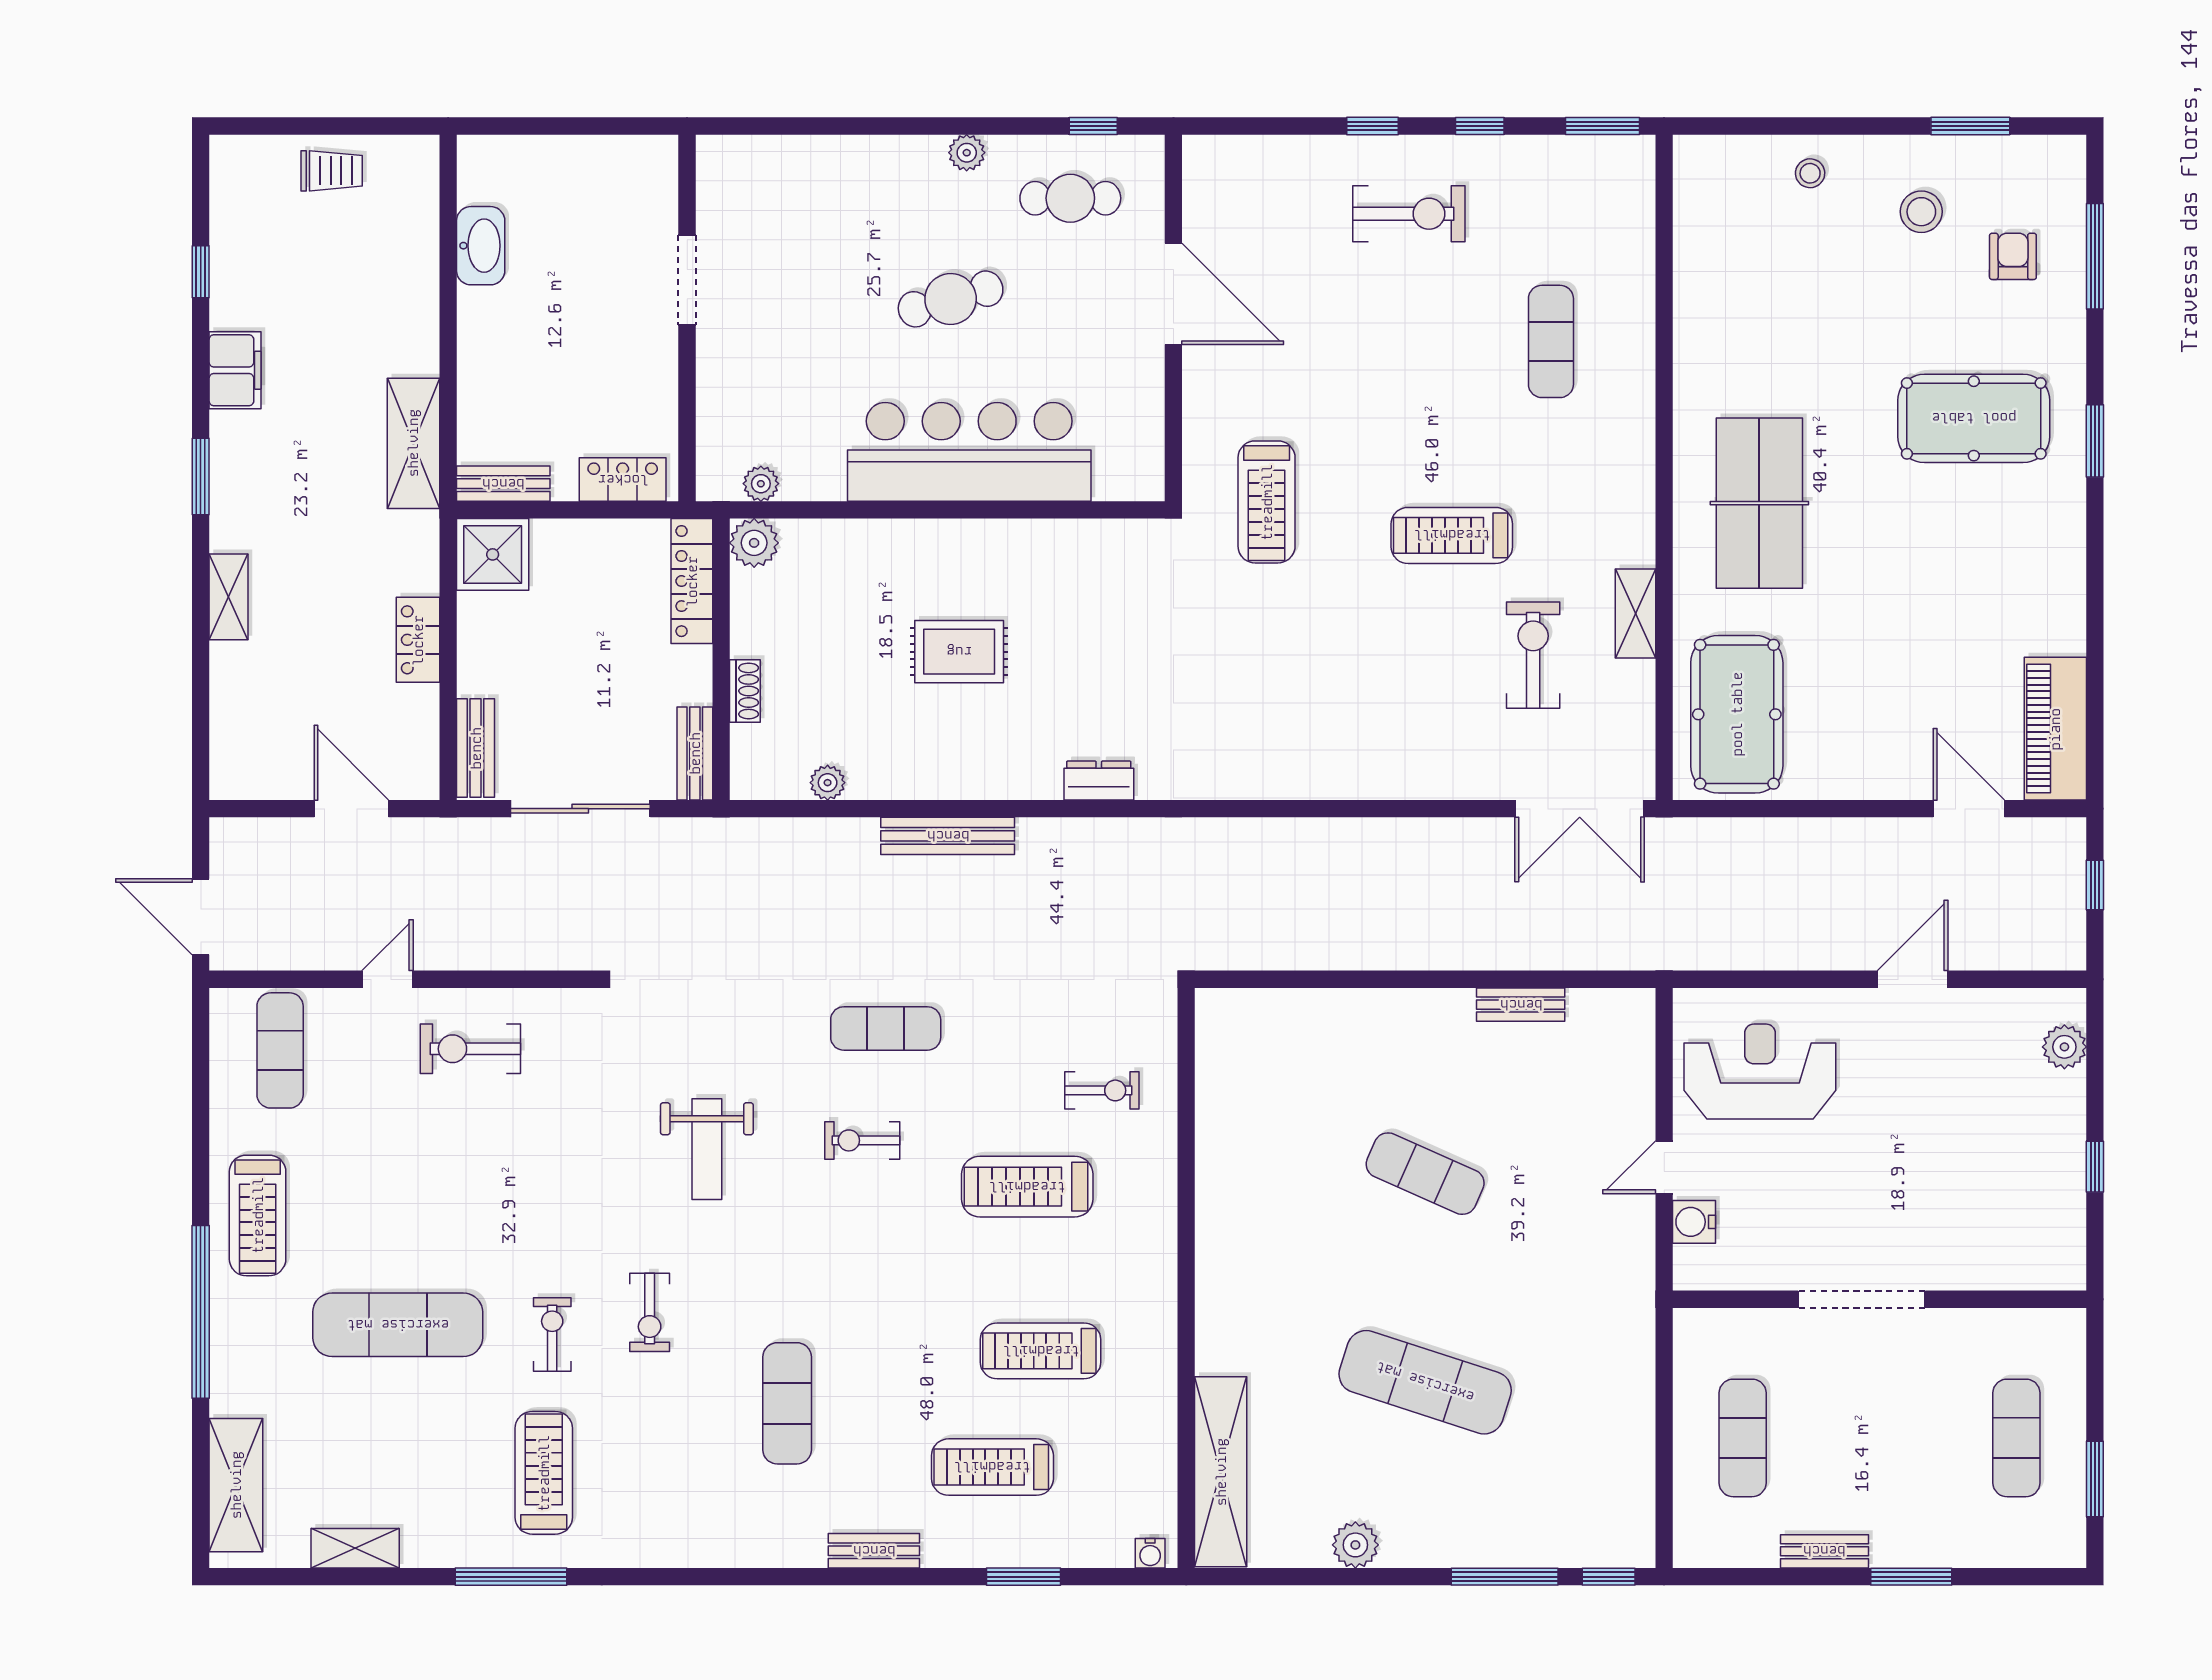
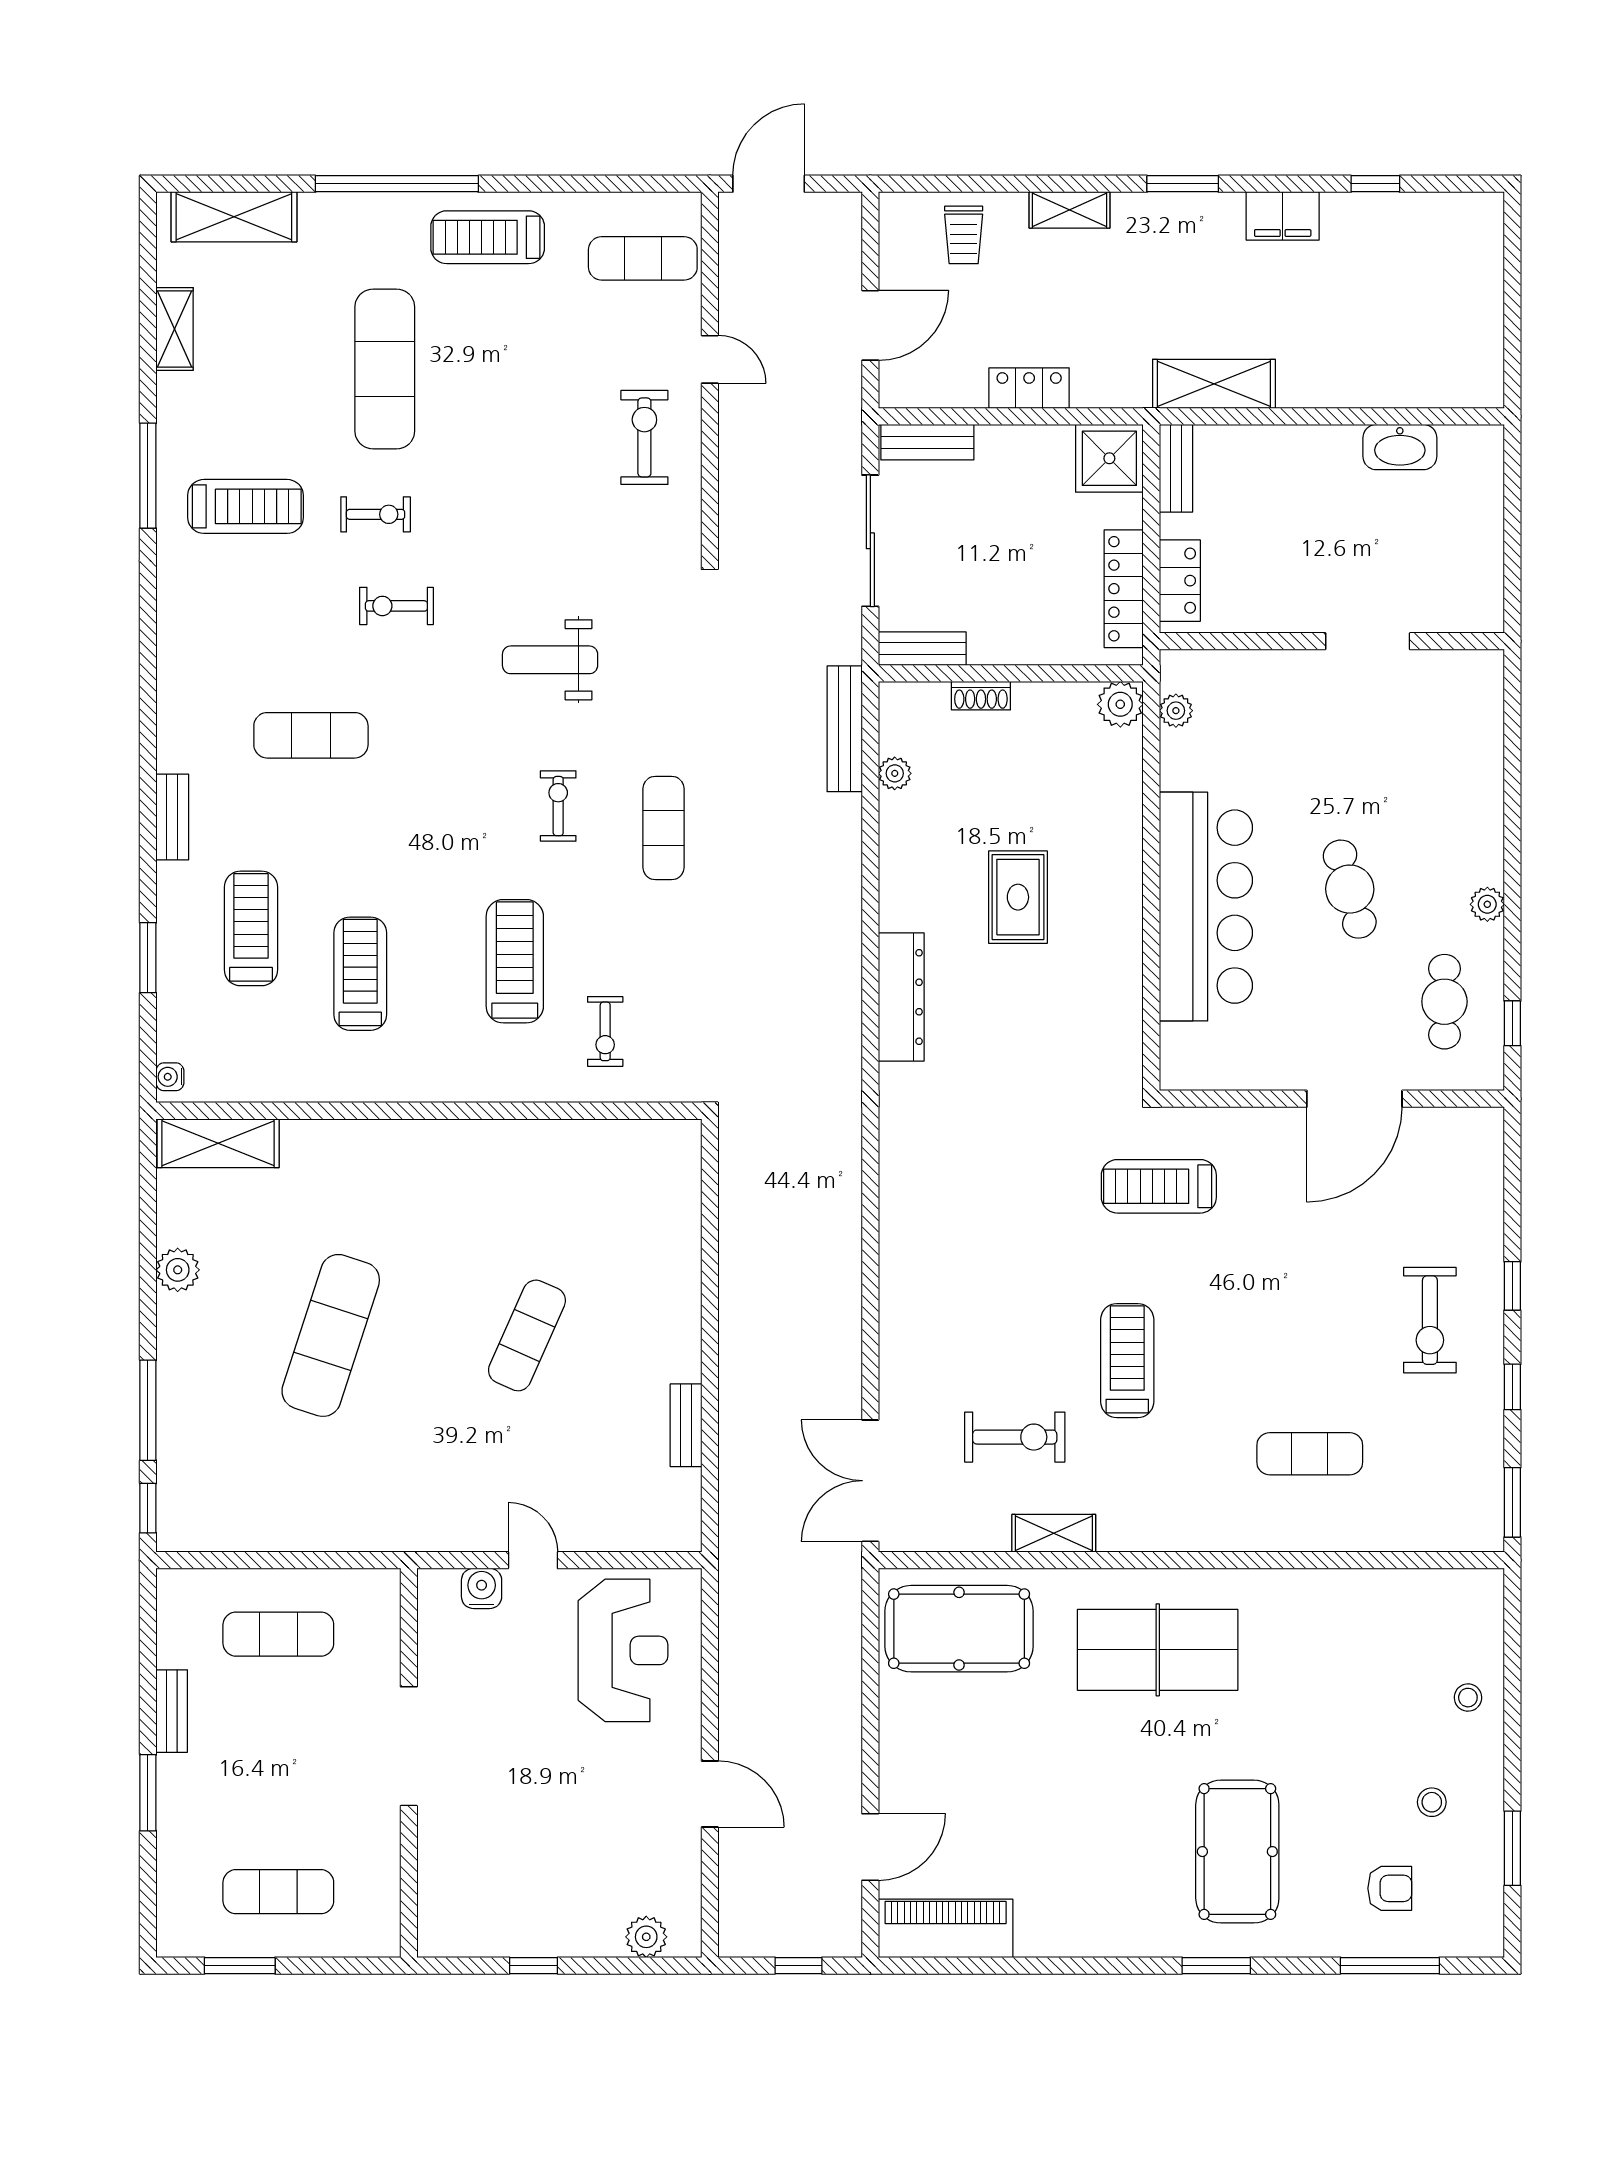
trolley: (332, 171) -> (964, 235), moved
stool: (1921, 212) -> (1432, 1802), width x0.73, depth x0.73
locker: (692, 581) -> (1124, 589), moved, turned -90
dresser: (1099, 781) -> (901, 997), width x1.96, depth x1.24
bench: (948, 836) -> (845, 729), moved
shelving: (1221, 1472) -> (218, 1143), width x0.68

